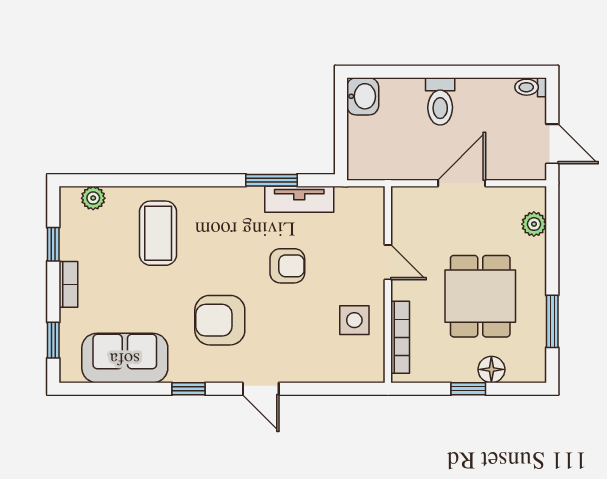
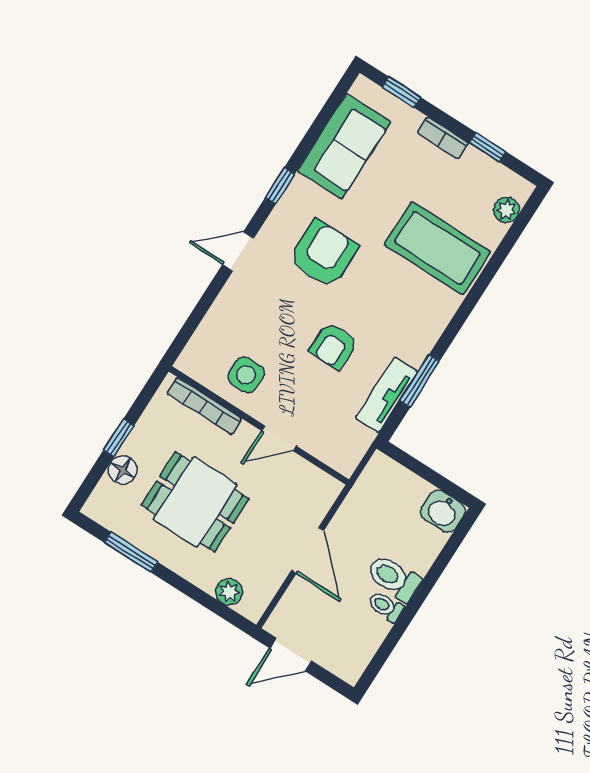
toilet: (531, 87) -> (386, 607), moved, turned -90
coffee table: (158, 233) -> (437, 248), width x1.36, depth x1.32

